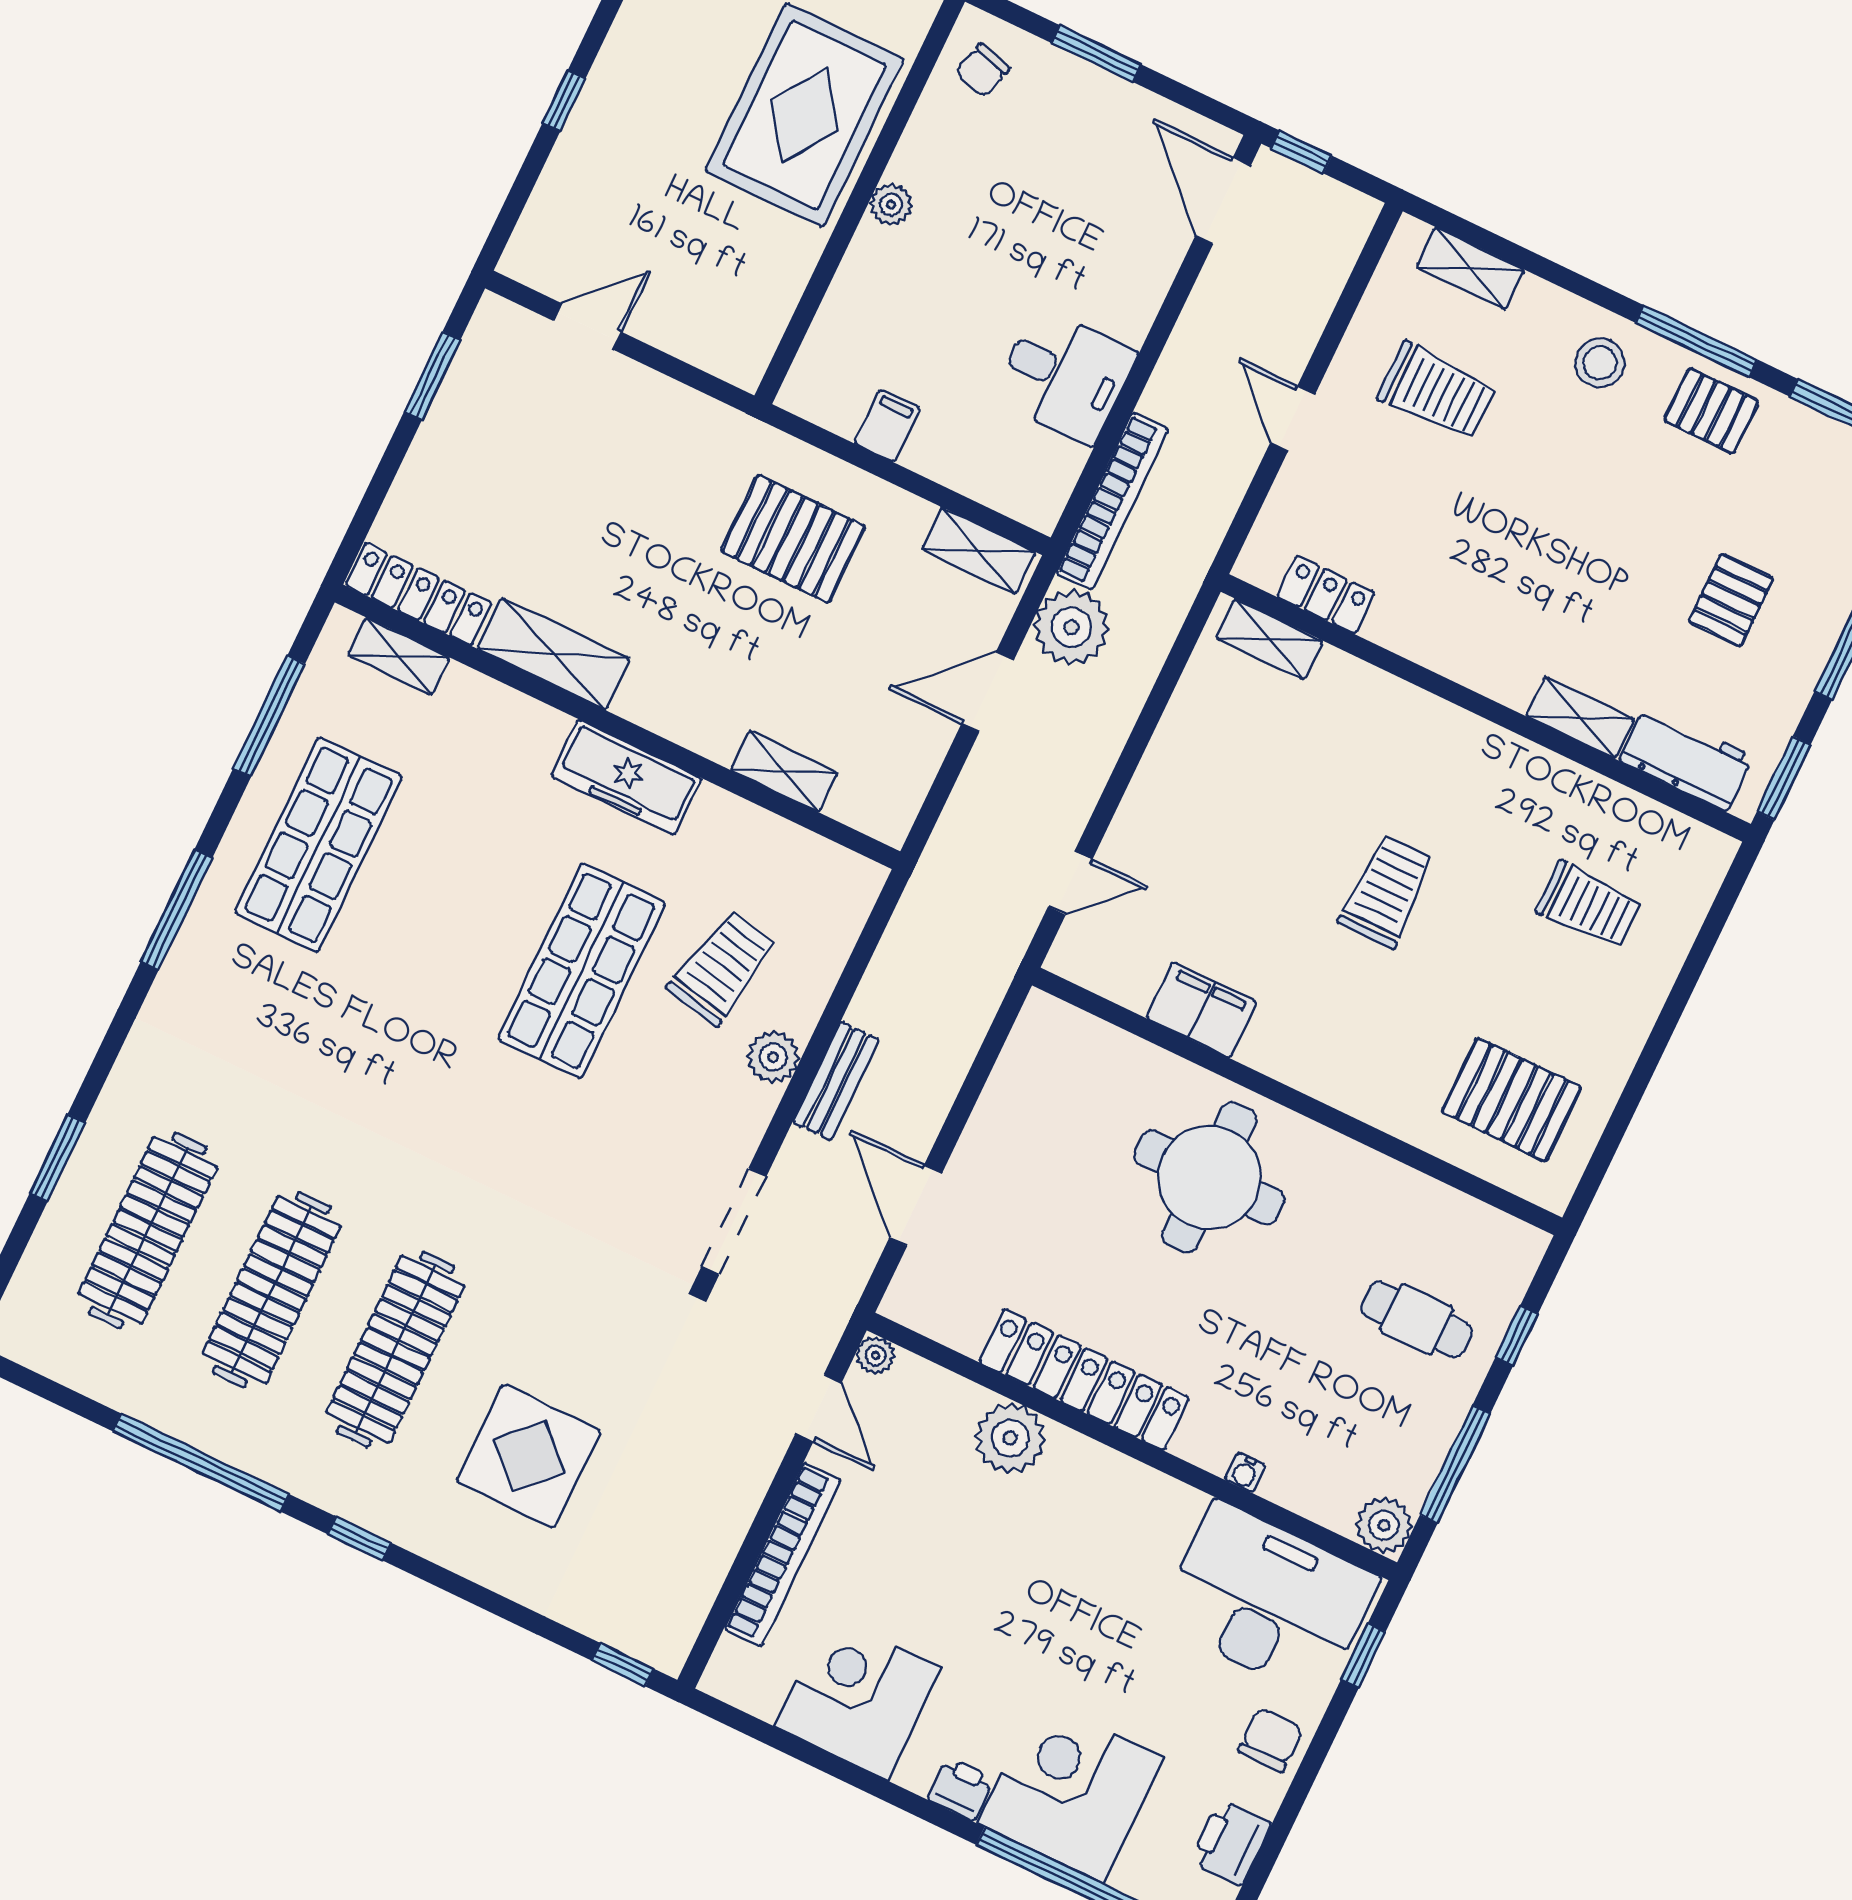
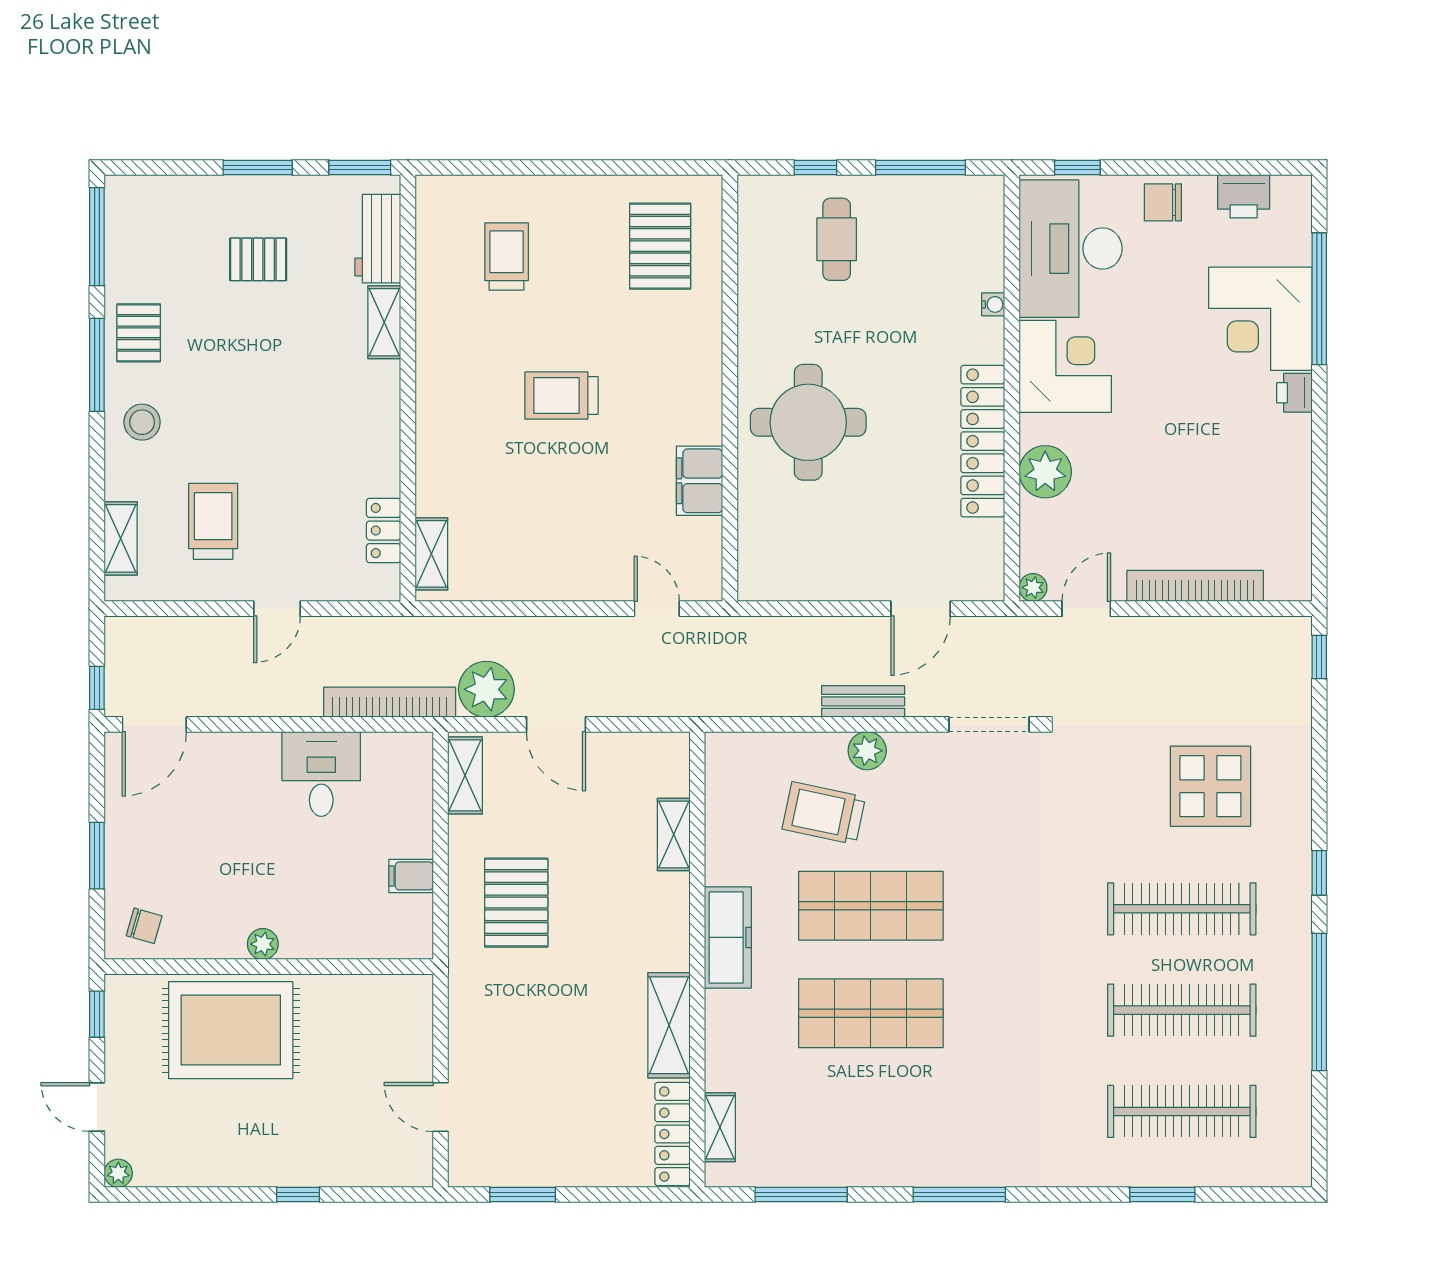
shop shelf: (319, 845) -> (871, 1013), moved
plant: (1384, 1525) -> (984, 195), removed
corner desk: (858, 1697) -> (1065, 366), moved, turned 180

